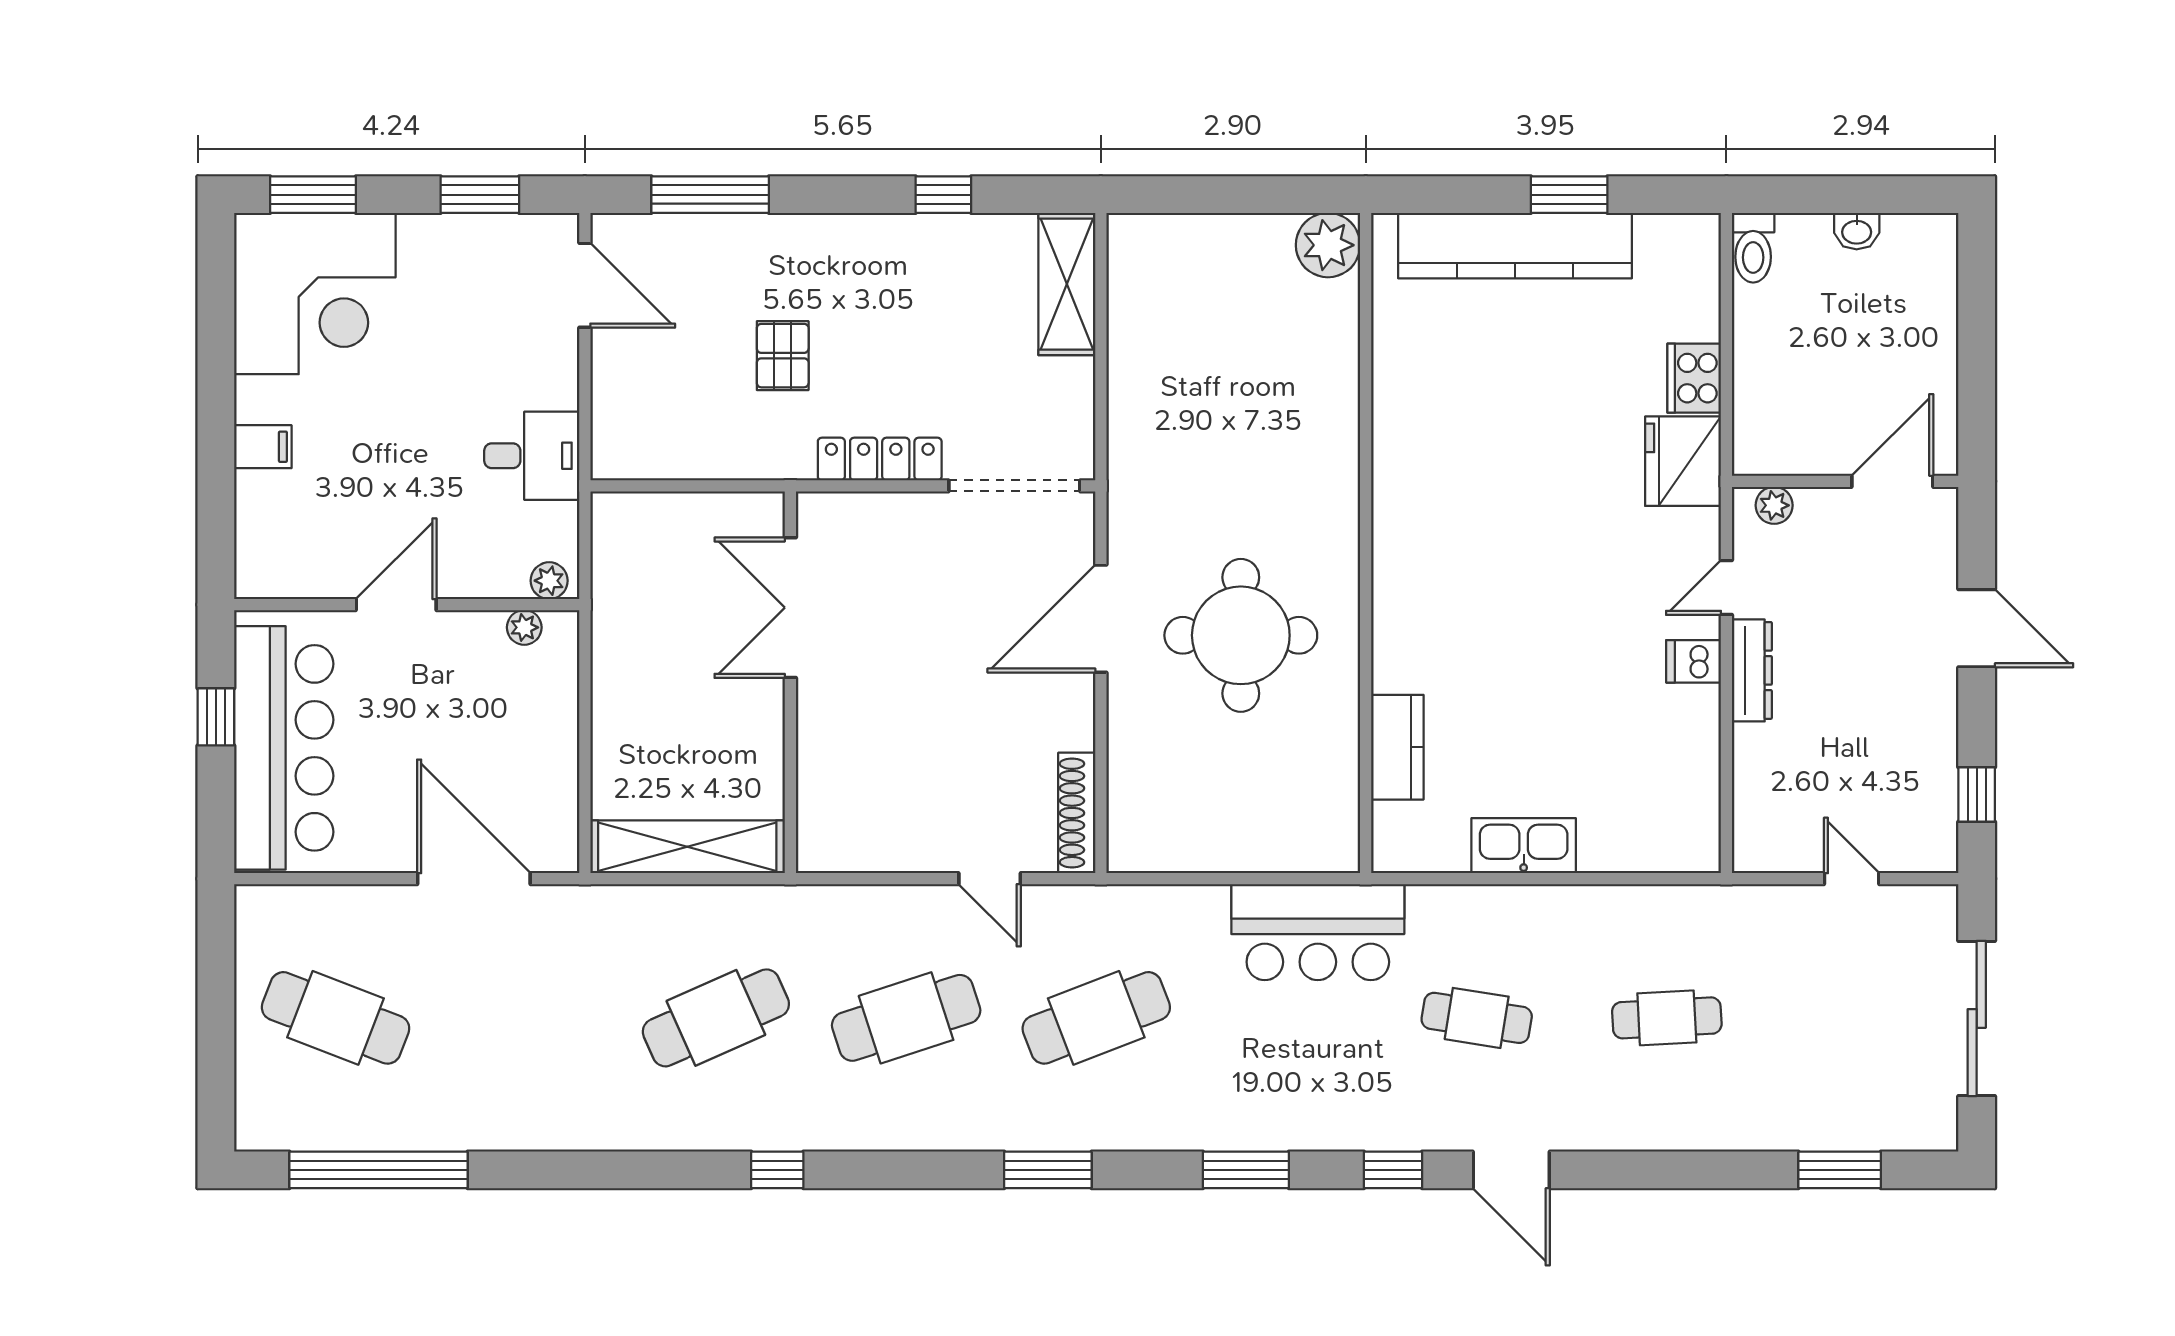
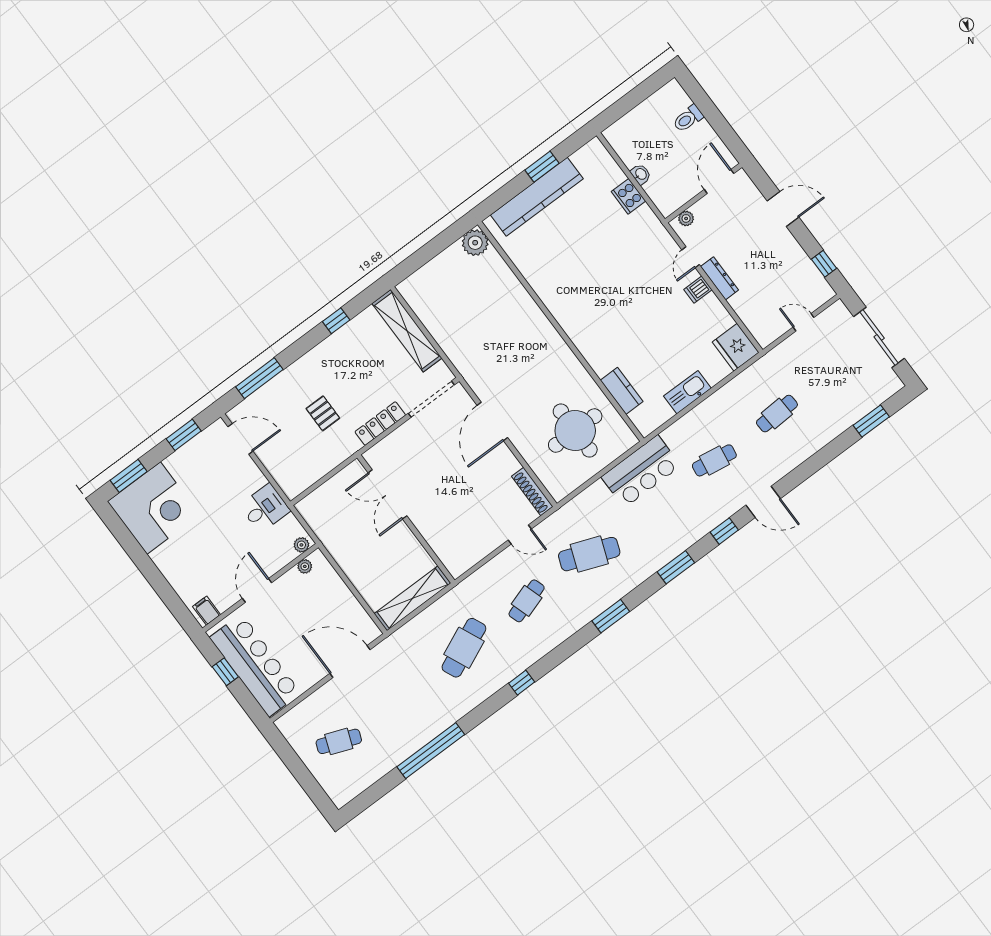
washbasin: (1857, 231) -> (641, 174), moved, turned -90
toilet: (1753, 248) -> (688, 119), moved, turned 90
shelving: (1067, 284) -> (407, 331), width x1.47
filing cabinet: (263, 447) -> (207, 611), moved, turned -90
fridge: (1683, 461) -> (736, 347), moved
round table: (1241, 635) -> (575, 431), moved
cafe table: (336, 1018) -> (339, 741), width x0.73, depth x0.74
cafe table: (906, 1018) -> (527, 601), width x0.73, depth x0.74
cafe table: (1096, 1018) -> (589, 554), turned 42
window: (378, 1170) -> (431, 751), moved

